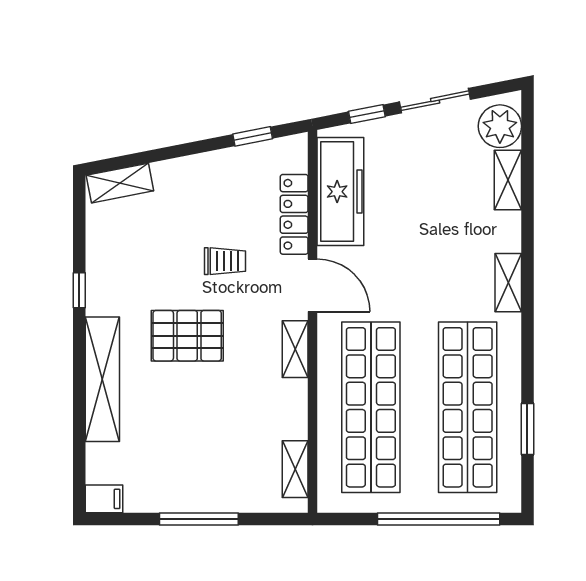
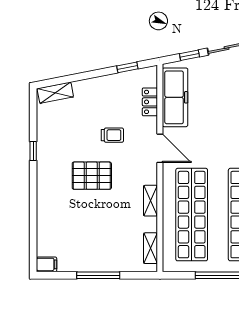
locker: (294, 214) -> (150, 102), width x0.66
shelving: (295, 349) -> (150, 201), moved
shelving: (102, 379) -> (46, 199), removed

